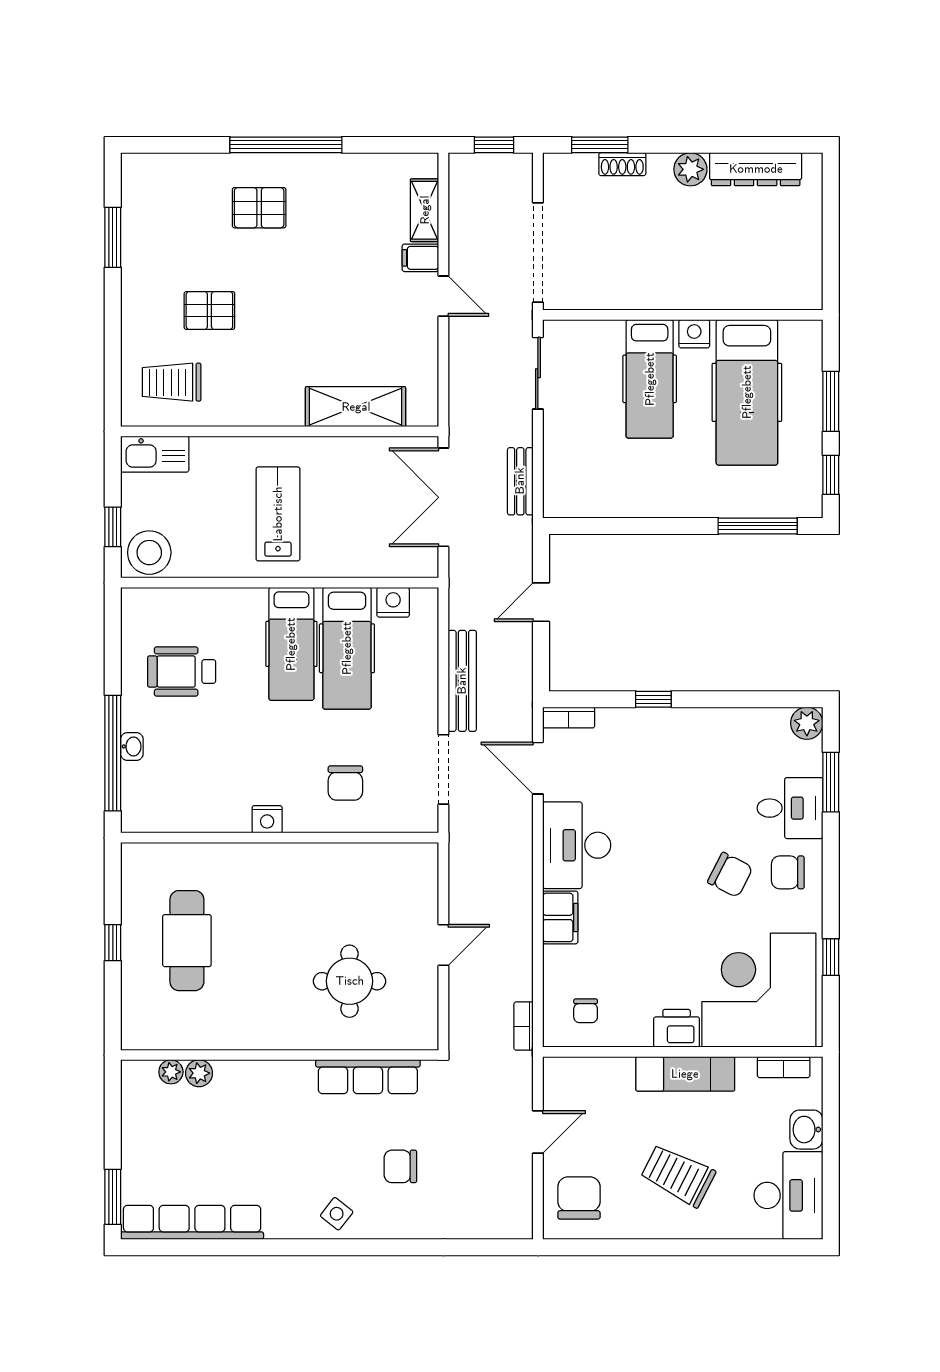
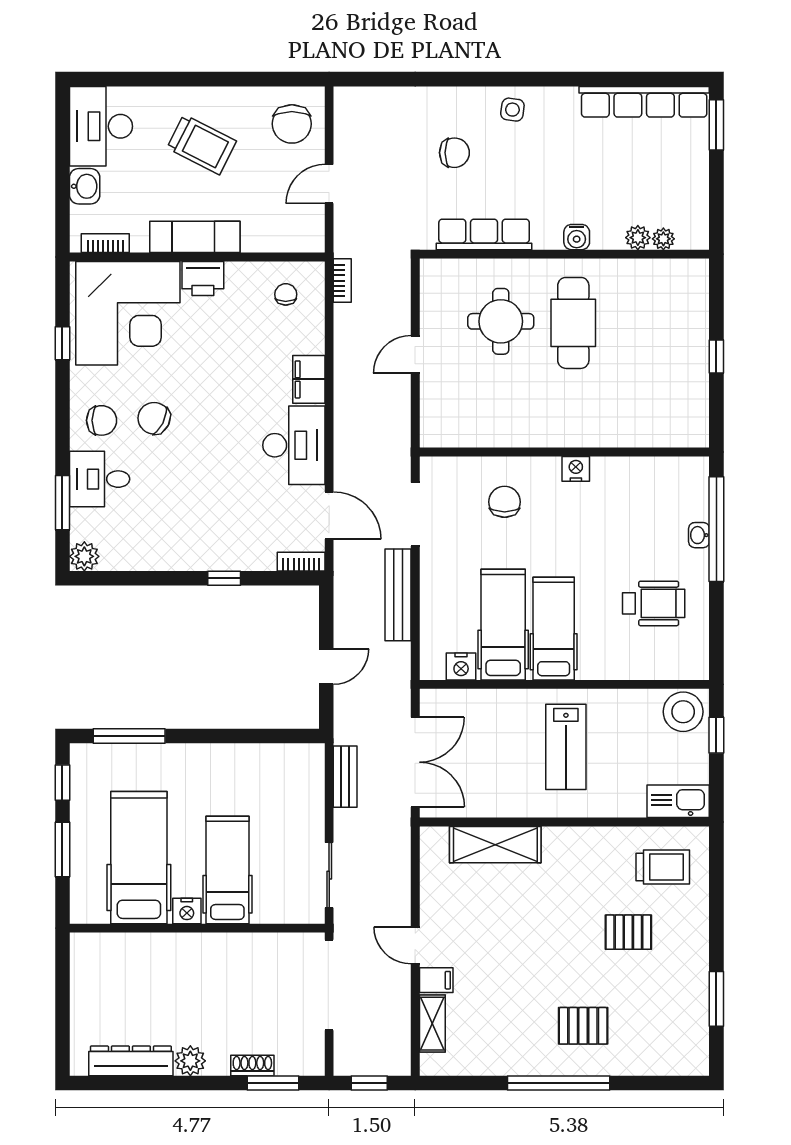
cafe table: (187, 941) -> (573, 323), moved
water cooler: (266, 1074) -> (577, 237), added
side table: (337, 1214) -> (512, 110), turned -30

